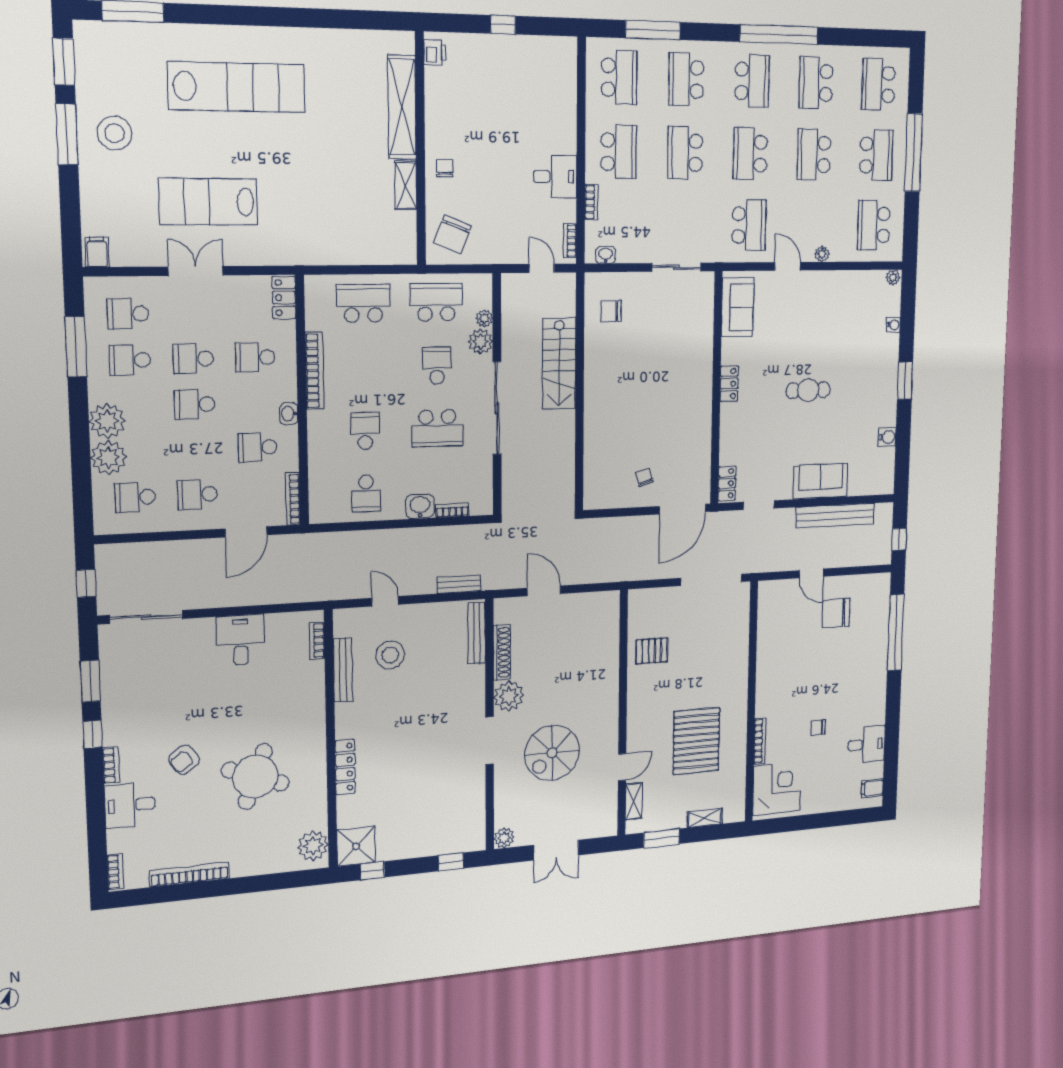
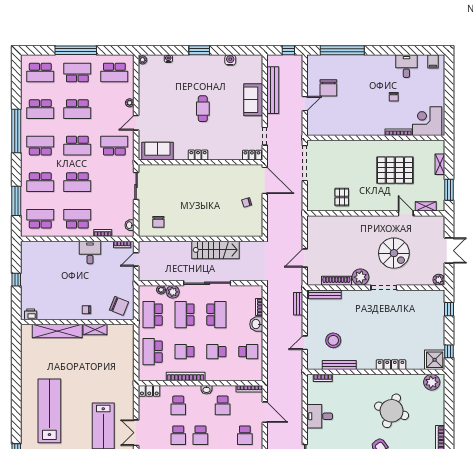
stairs: (559, 364) -> (216, 250), moved
school desk: (437, 366) -> (185, 315), width x1.85
school desk: (364, 367) -> (185, 352), added

